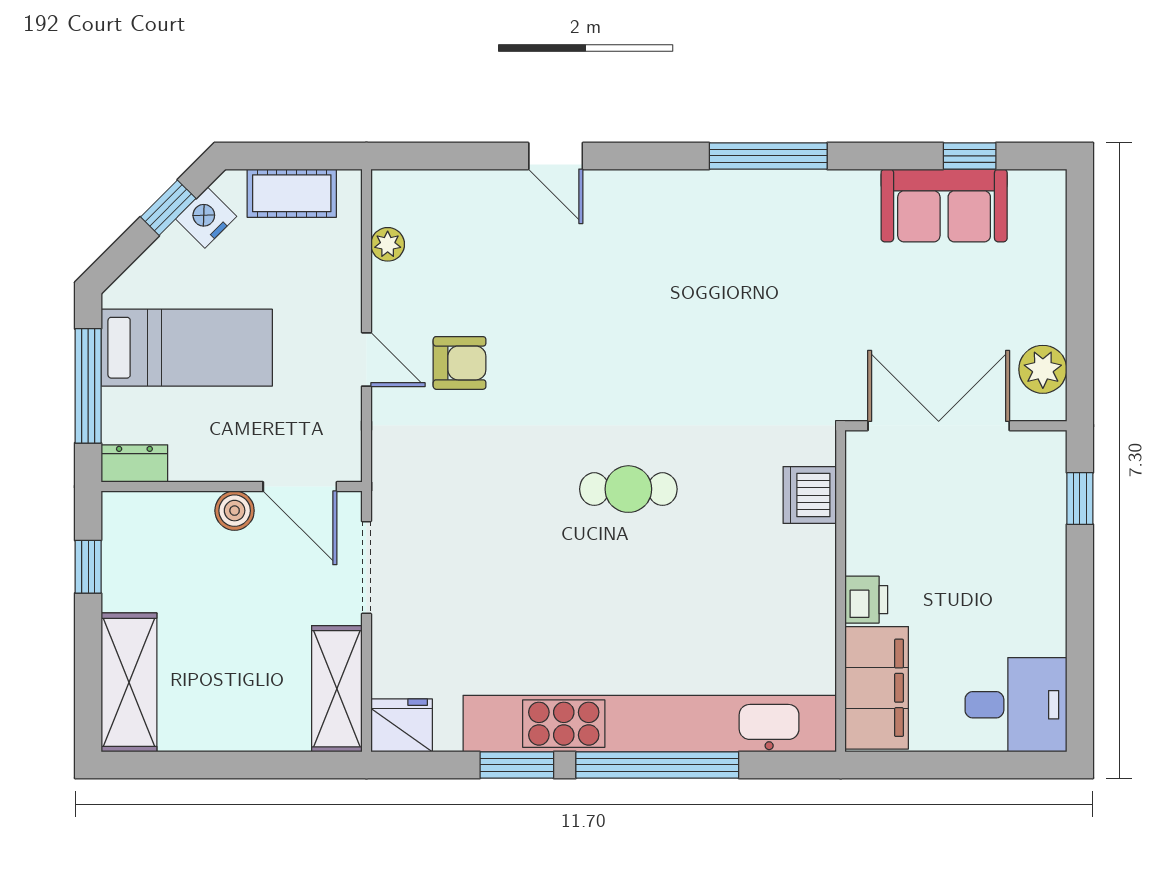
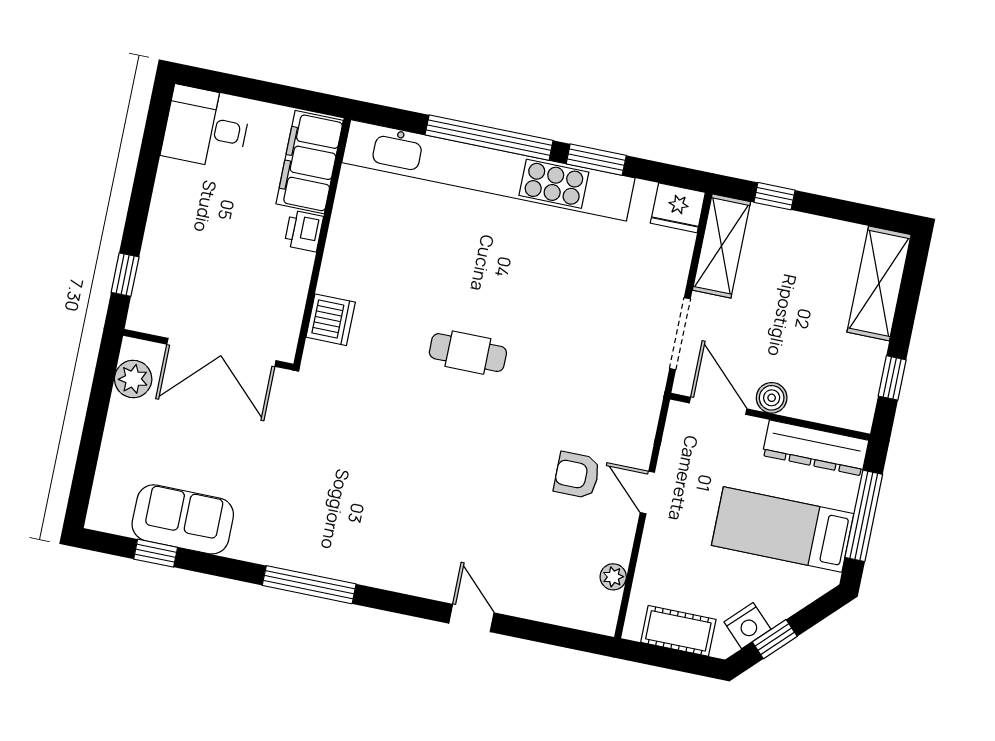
dresser: (134, 463) -> (815, 448), width x1.96, depth x1.24
window: (283, 765) -> (775, 196), added

